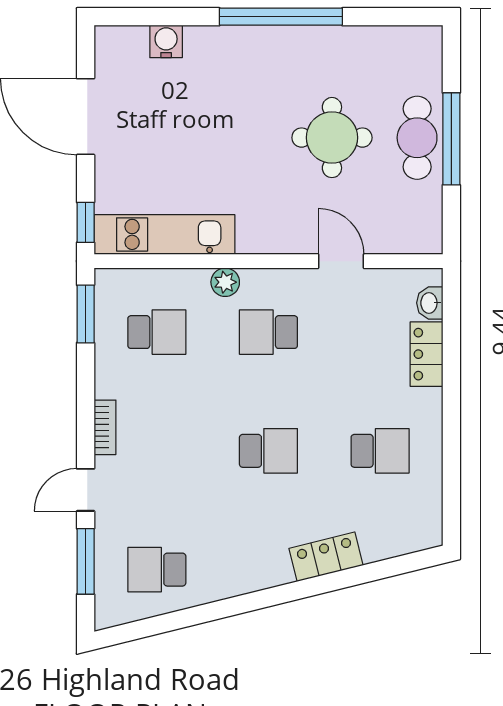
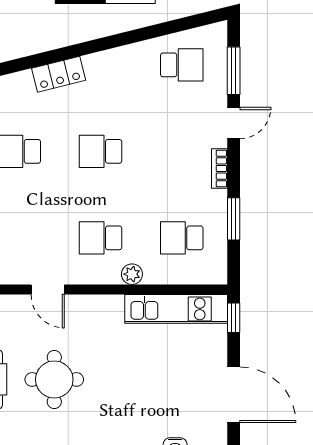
window: (86, 314) -> (234, 219), moved
school desk: (268, 332) -> (101, 238), turned 180

